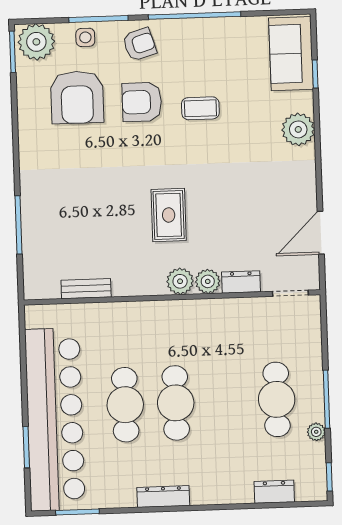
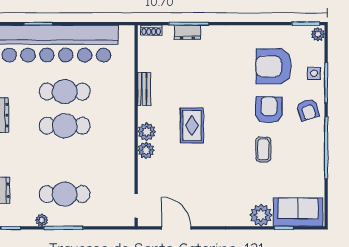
plant: (36, 42) -> (318, 34), width x0.53, depth x0.53
plant: (298, 129) -> (261, 215), moved
rug: (169, 215) -> (192, 125), turned 90
shoe rack: (30, 280) -> (151, 30), added
dresser: (241, 282) -> (187, 32), moved, turned 90
bench: (86, 289) -> (144, 89), moved

